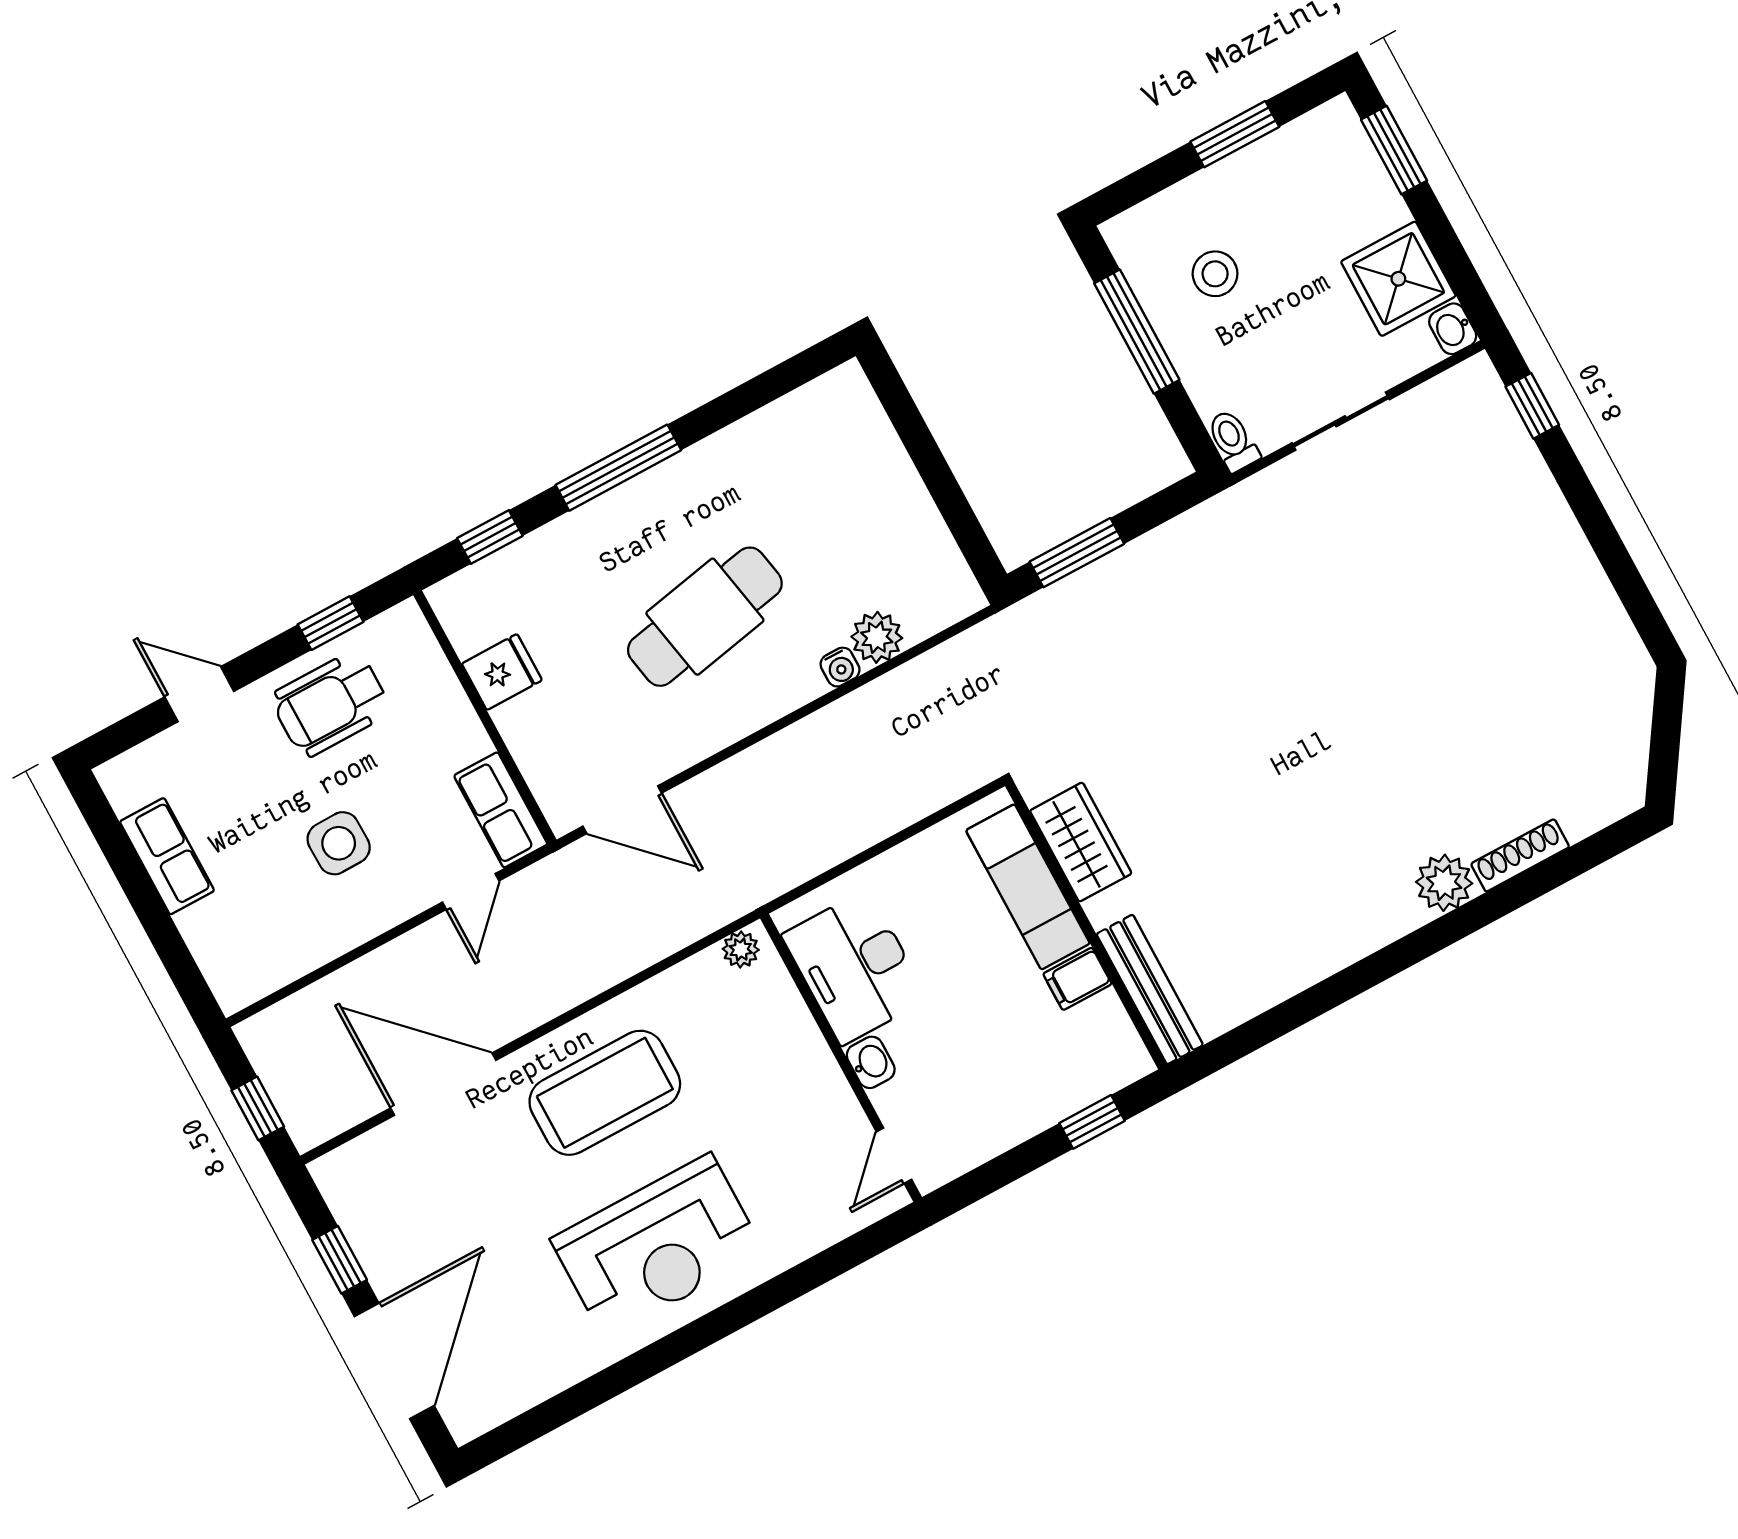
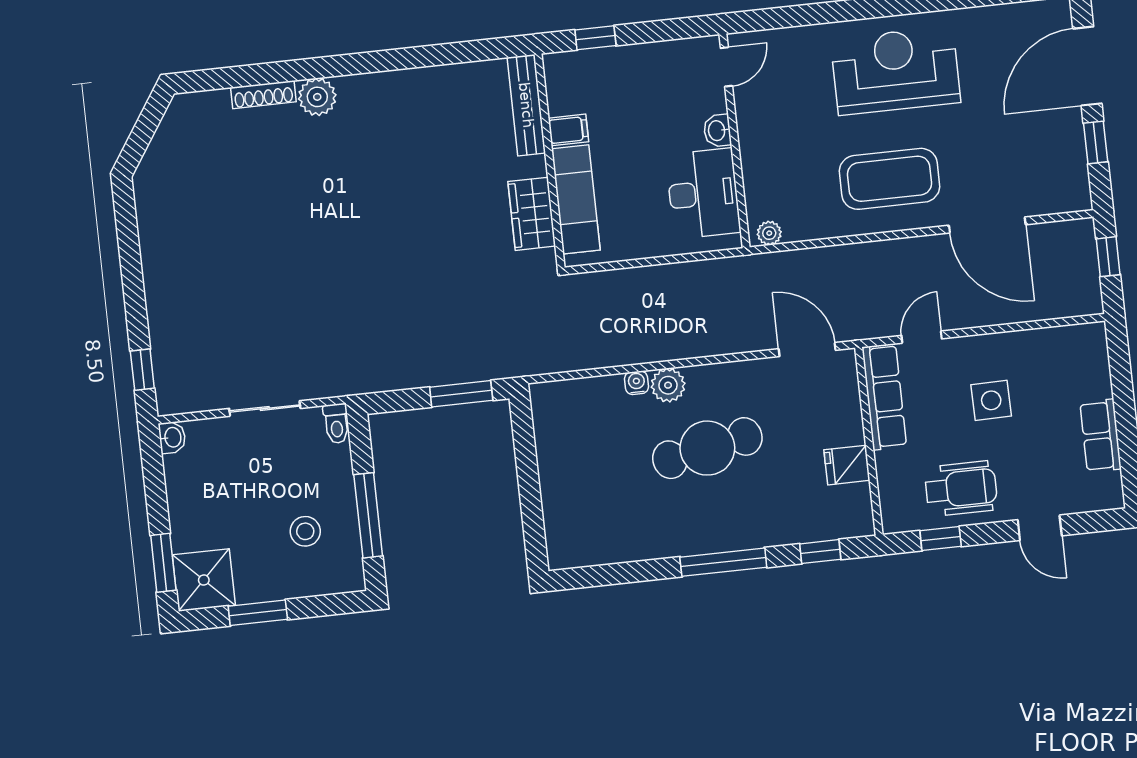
shower: (1398, 279) -> (204, 580), moved
plant: (877, 637) -> (668, 385), moved
row of seats: (501, 810) -> (884, 397), width x1.48

